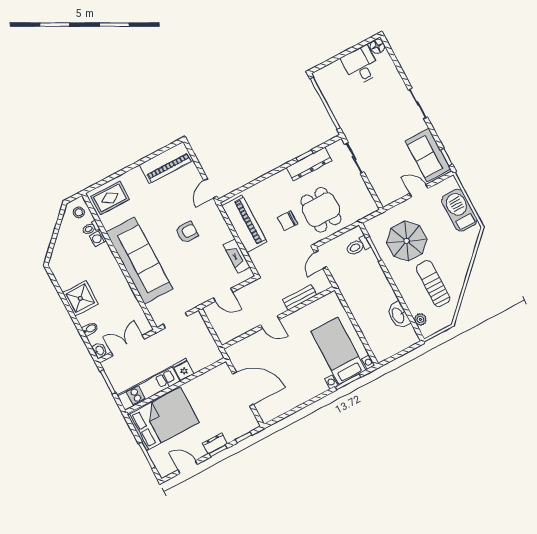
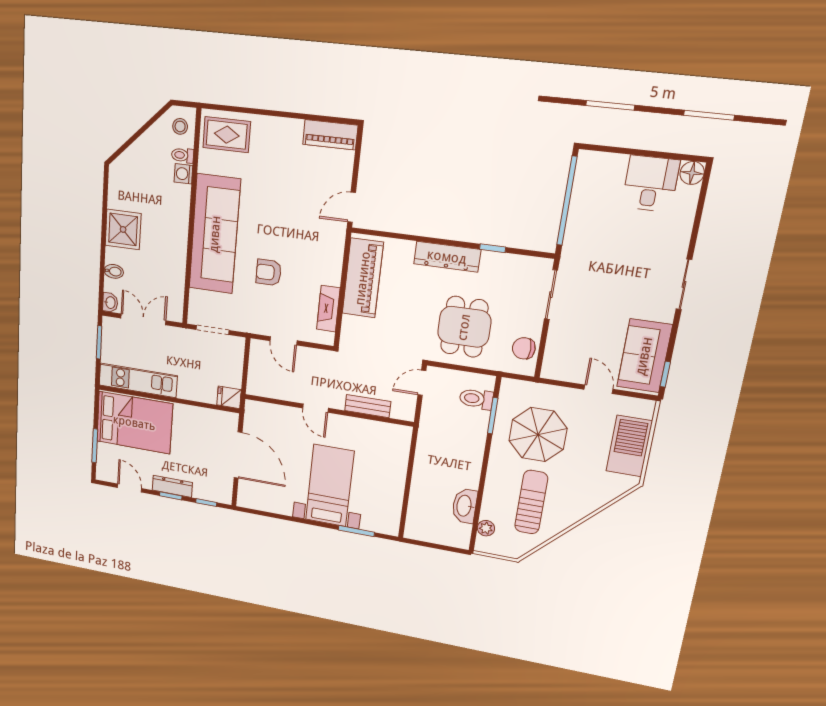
piano: (166, 163) -> (330, 135), width x0.73, depth x0.75
dresser: (309, 164) -> (447, 257), moved
chair: (288, 221) -> (524, 348), moved
armchair: (187, 232) -> (269, 272), moved, turned 180
bed with nightstands: (338, 351) -> (330, 486), moved
fridge: (183, 370) -> (229, 397), moved, turned -90
dresser: (215, 443) -> (172, 486), width x1.44

